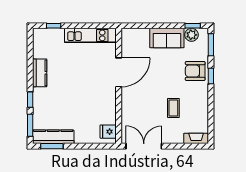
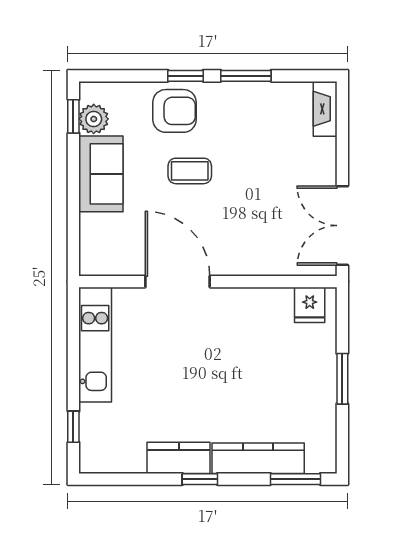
window: (211, 45) -> (246, 76), moved
armchair: (195, 71) -> (175, 111), turned -90
window: (30, 100) -> (200, 479), moved
coffee table: (173, 108) -> (190, 171), moved
kitchen counter: (53, 137) -> (258, 458), moved, turned 90
window: (52, 146) -> (342, 379), moved

